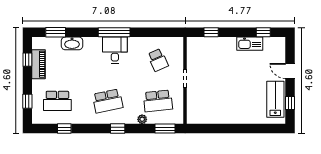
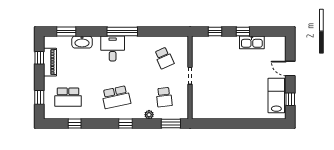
window: (263, 32) -> (243, 31), moved
desk: (115, 50) -> (113, 48), moved
school desk: (158, 101) -> (164, 97), width x0.54

